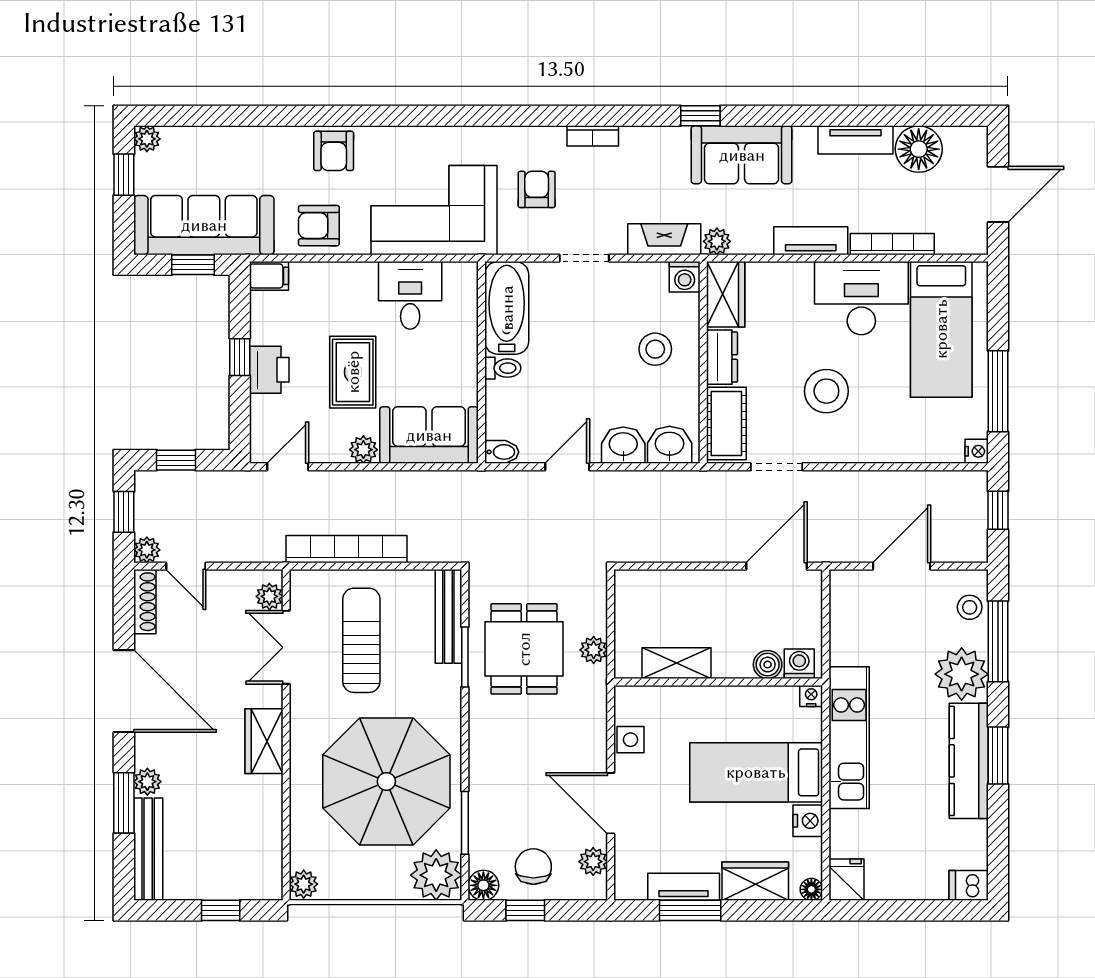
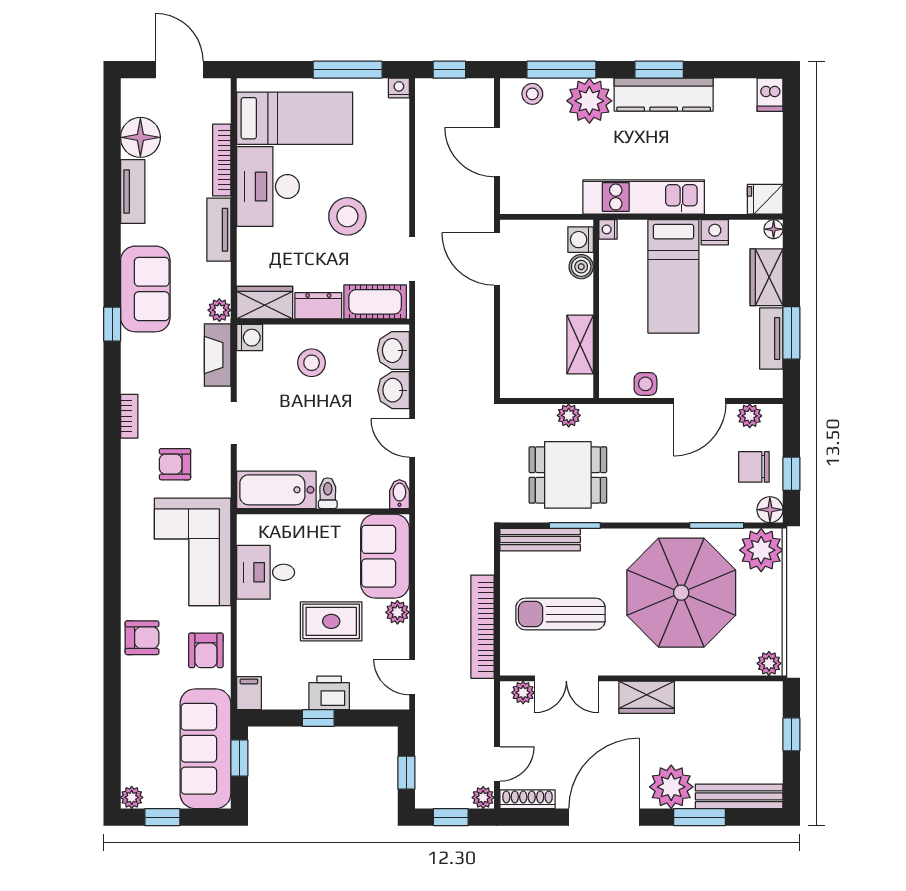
plant: (147, 782) -> (671, 787), width x1.88, depth x1.88

